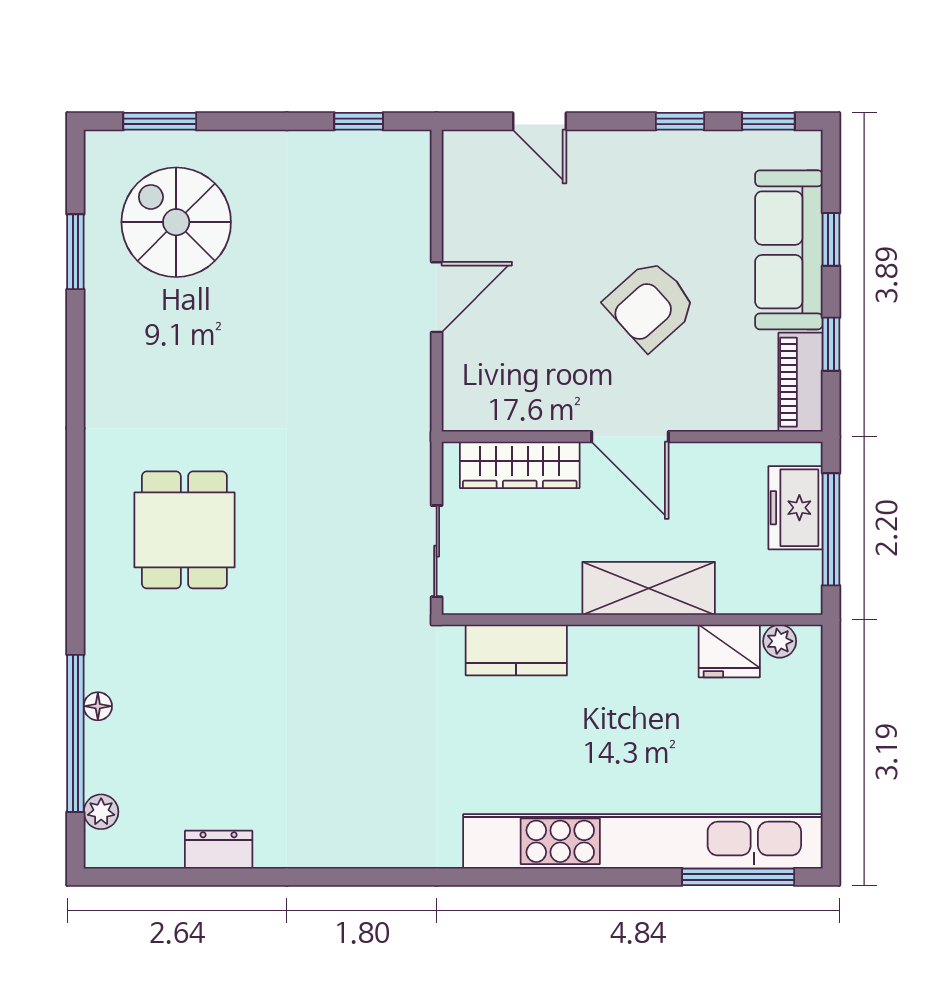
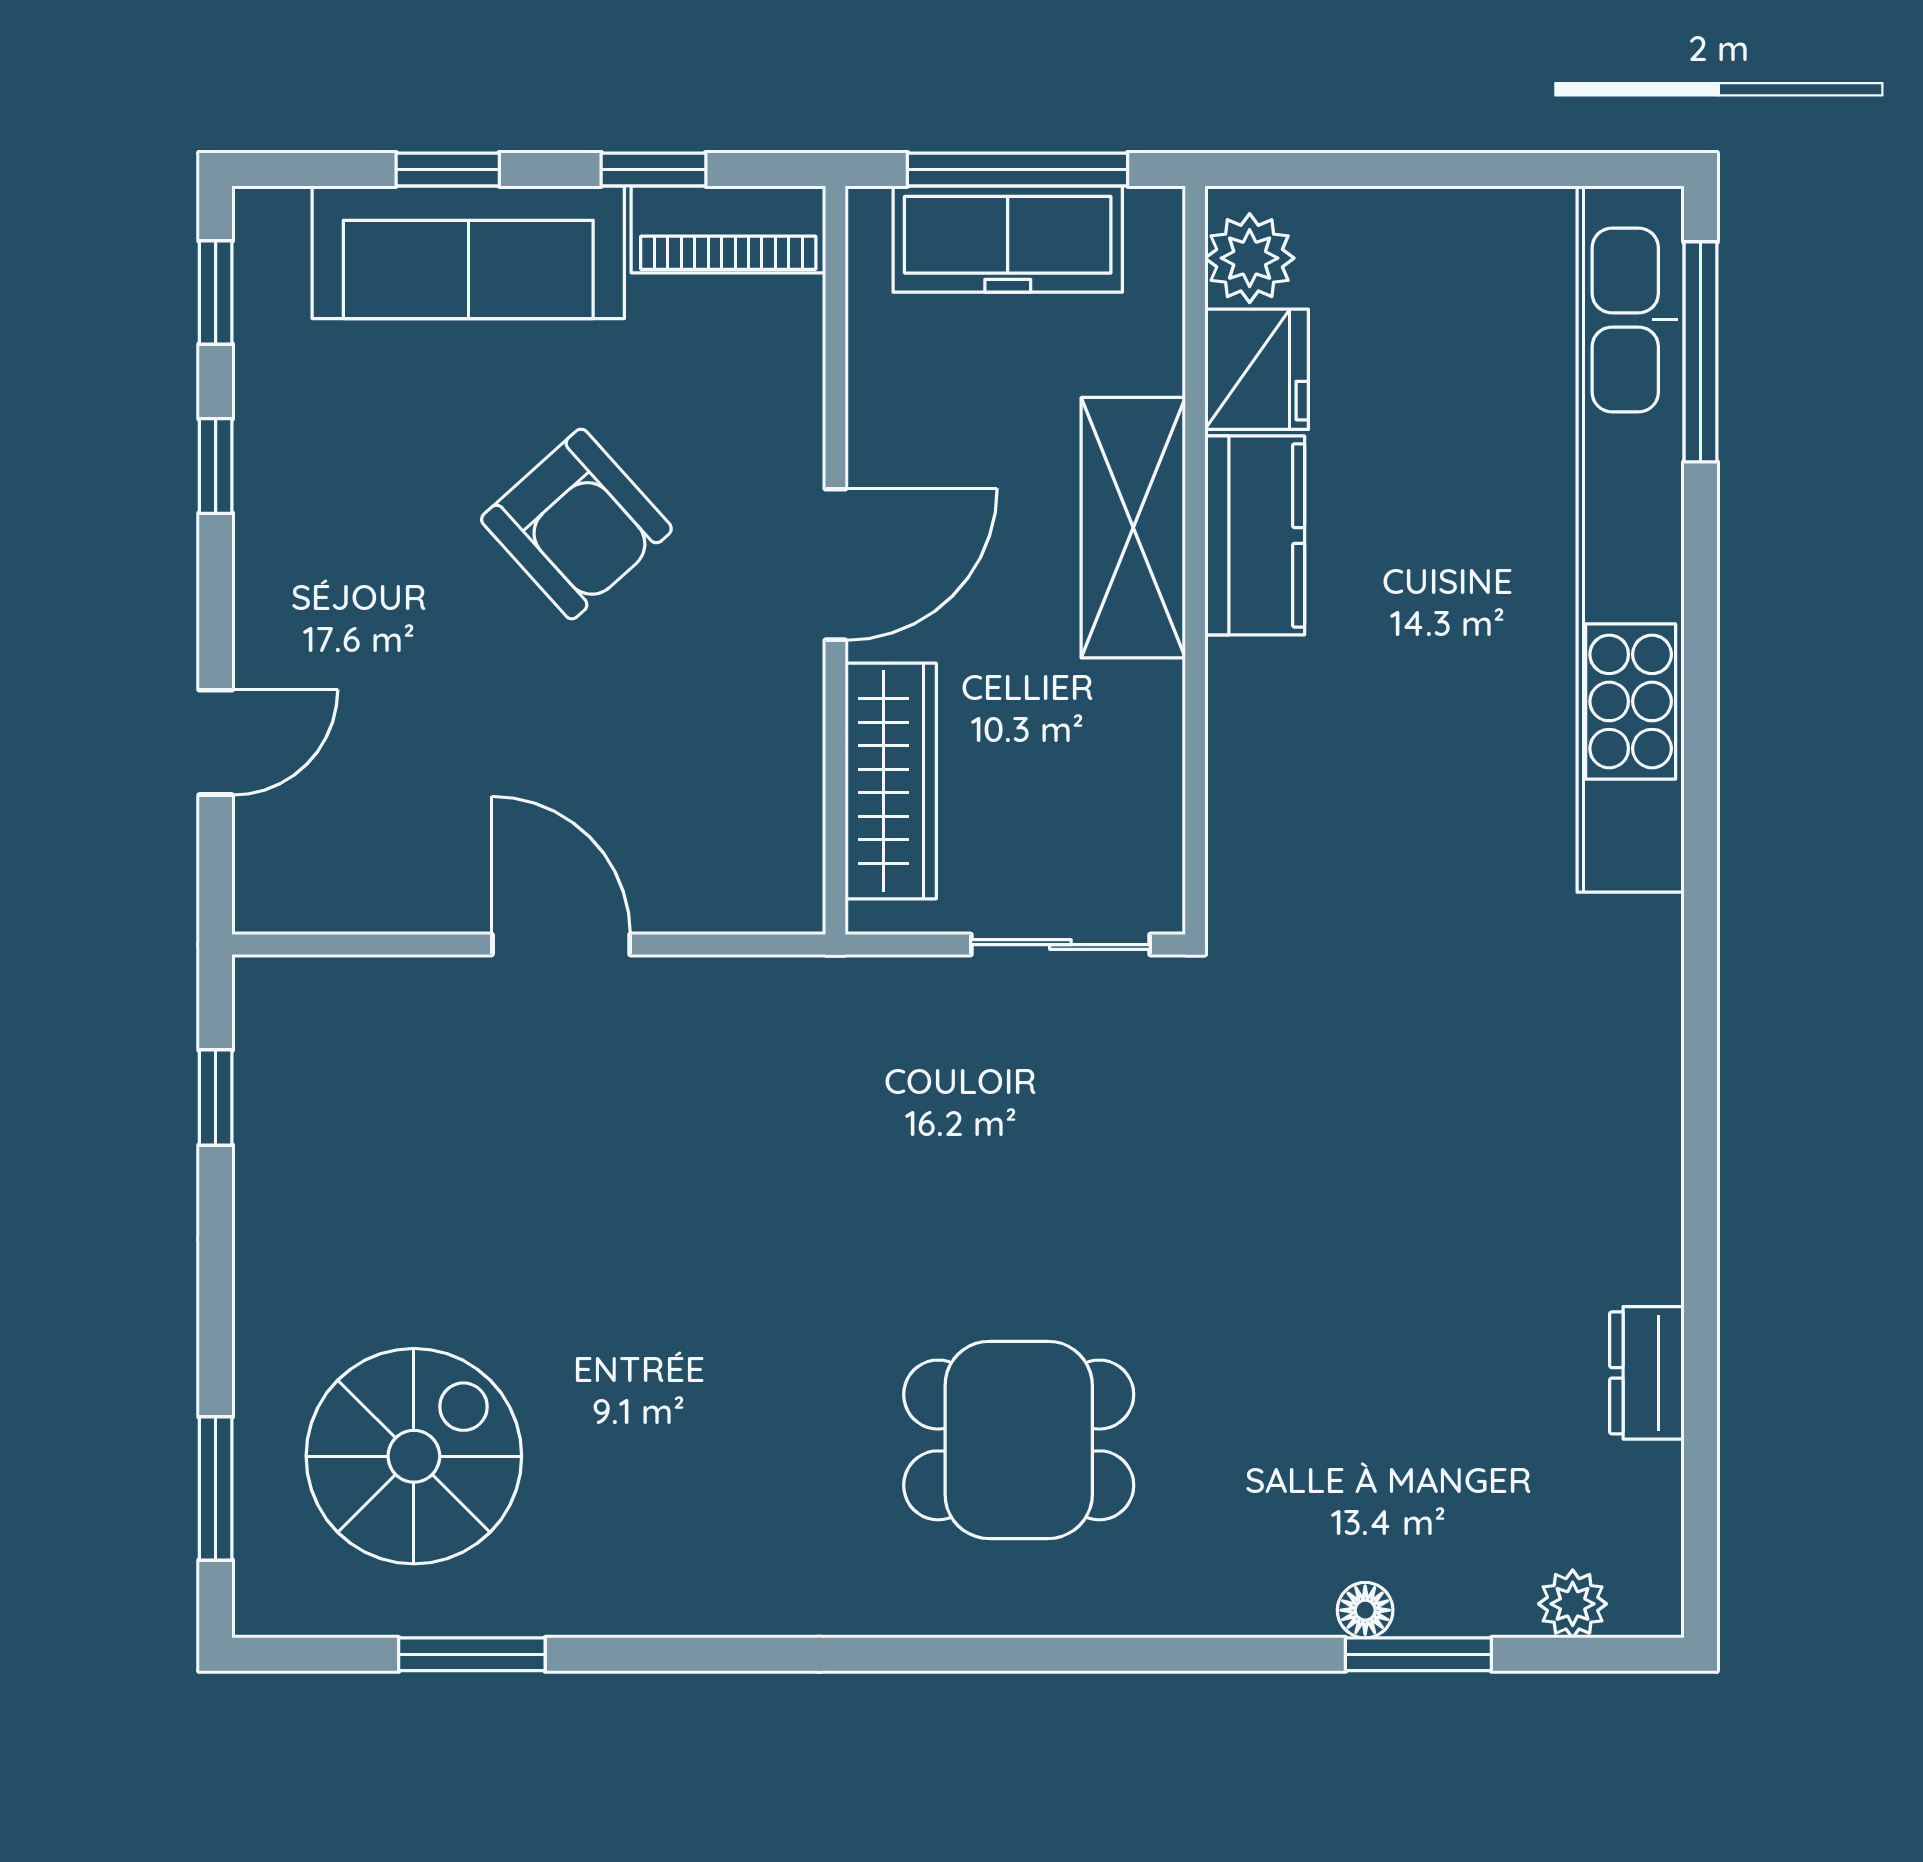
spiral stairs: (176, 222) -> (414, 1456), turned 180
freezer: (796, 508) -> (1008, 239), width x1.40
plant: (780, 641) -> (1250, 258), width x1.38, depth x1.38
kitchen counter: (516, 650) -> (1255, 535), moved
window: (75, 733) -> (1418, 1654), width x0.47

